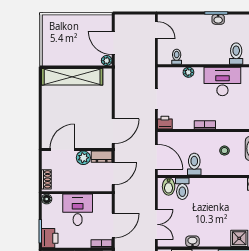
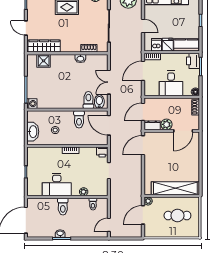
door: (156, 30) -> (109, 225), hinge flipped
cafe table: (69, 42) -> (177, 216), added
door: (113, 43) -> (143, 215), swing flipped
toilet: (236, 54) -> (63, 207), moved
double door: (156, 224) -> (109, 82), moved

